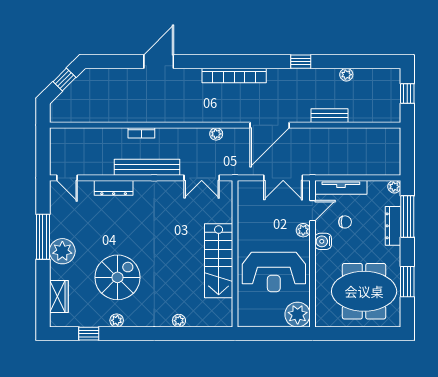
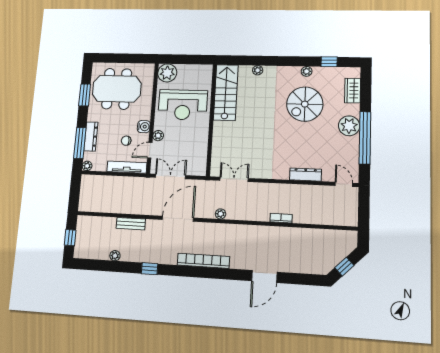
bench: (147, 167) -> (278, 190), removed
window: (43, 237) -> (365, 138), width x1.46
stairs: (219, 261) -> (226, 92), moved
reception desk: (274, 272) -> (183, 105), turned 180

